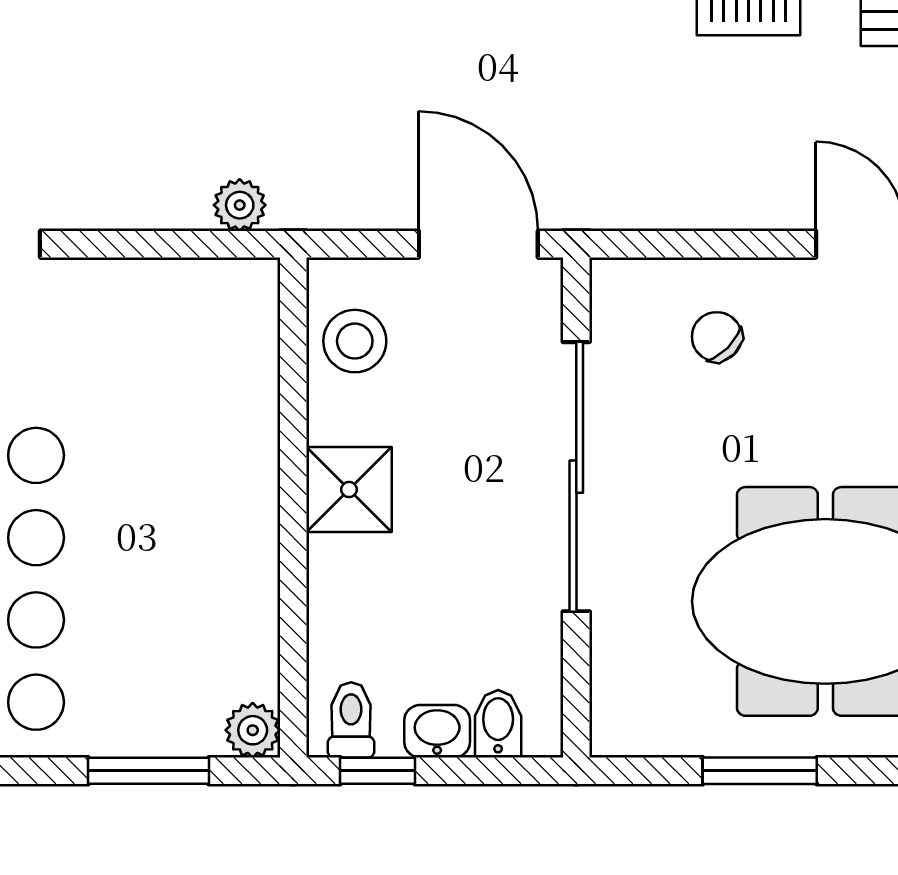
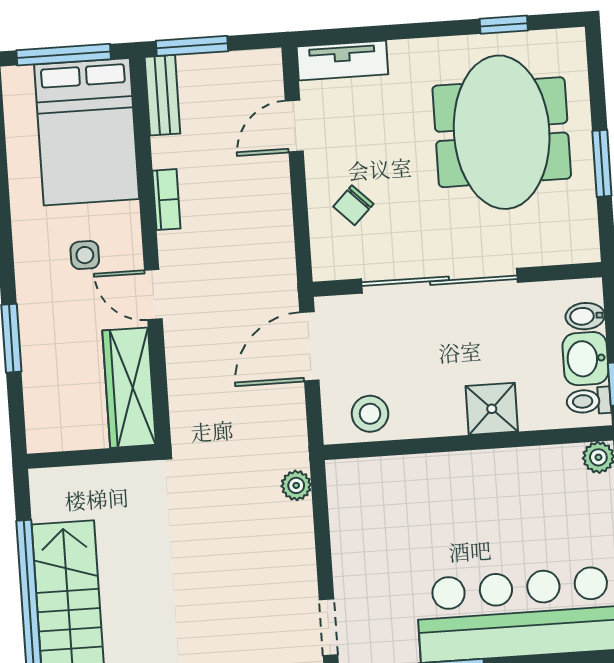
shower: (349, 490) -> (492, 409), moved
washbasin: (437, 731) -> (585, 359), width x1.38, depth x1.45

